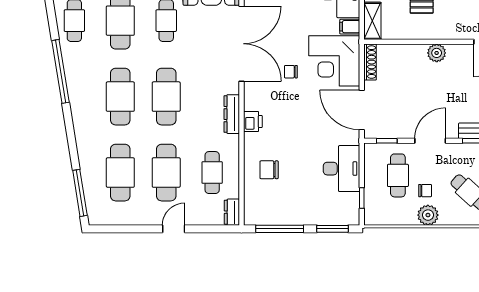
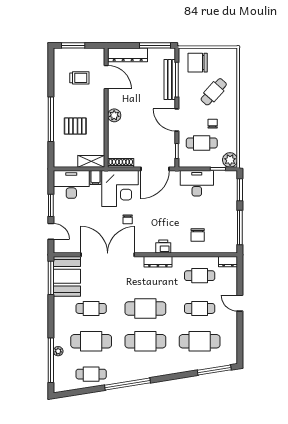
cafe table: (166, 173) -> (200, 308), width x0.73, depth x0.74
plant: (428, 215) -> (230, 160), moved

